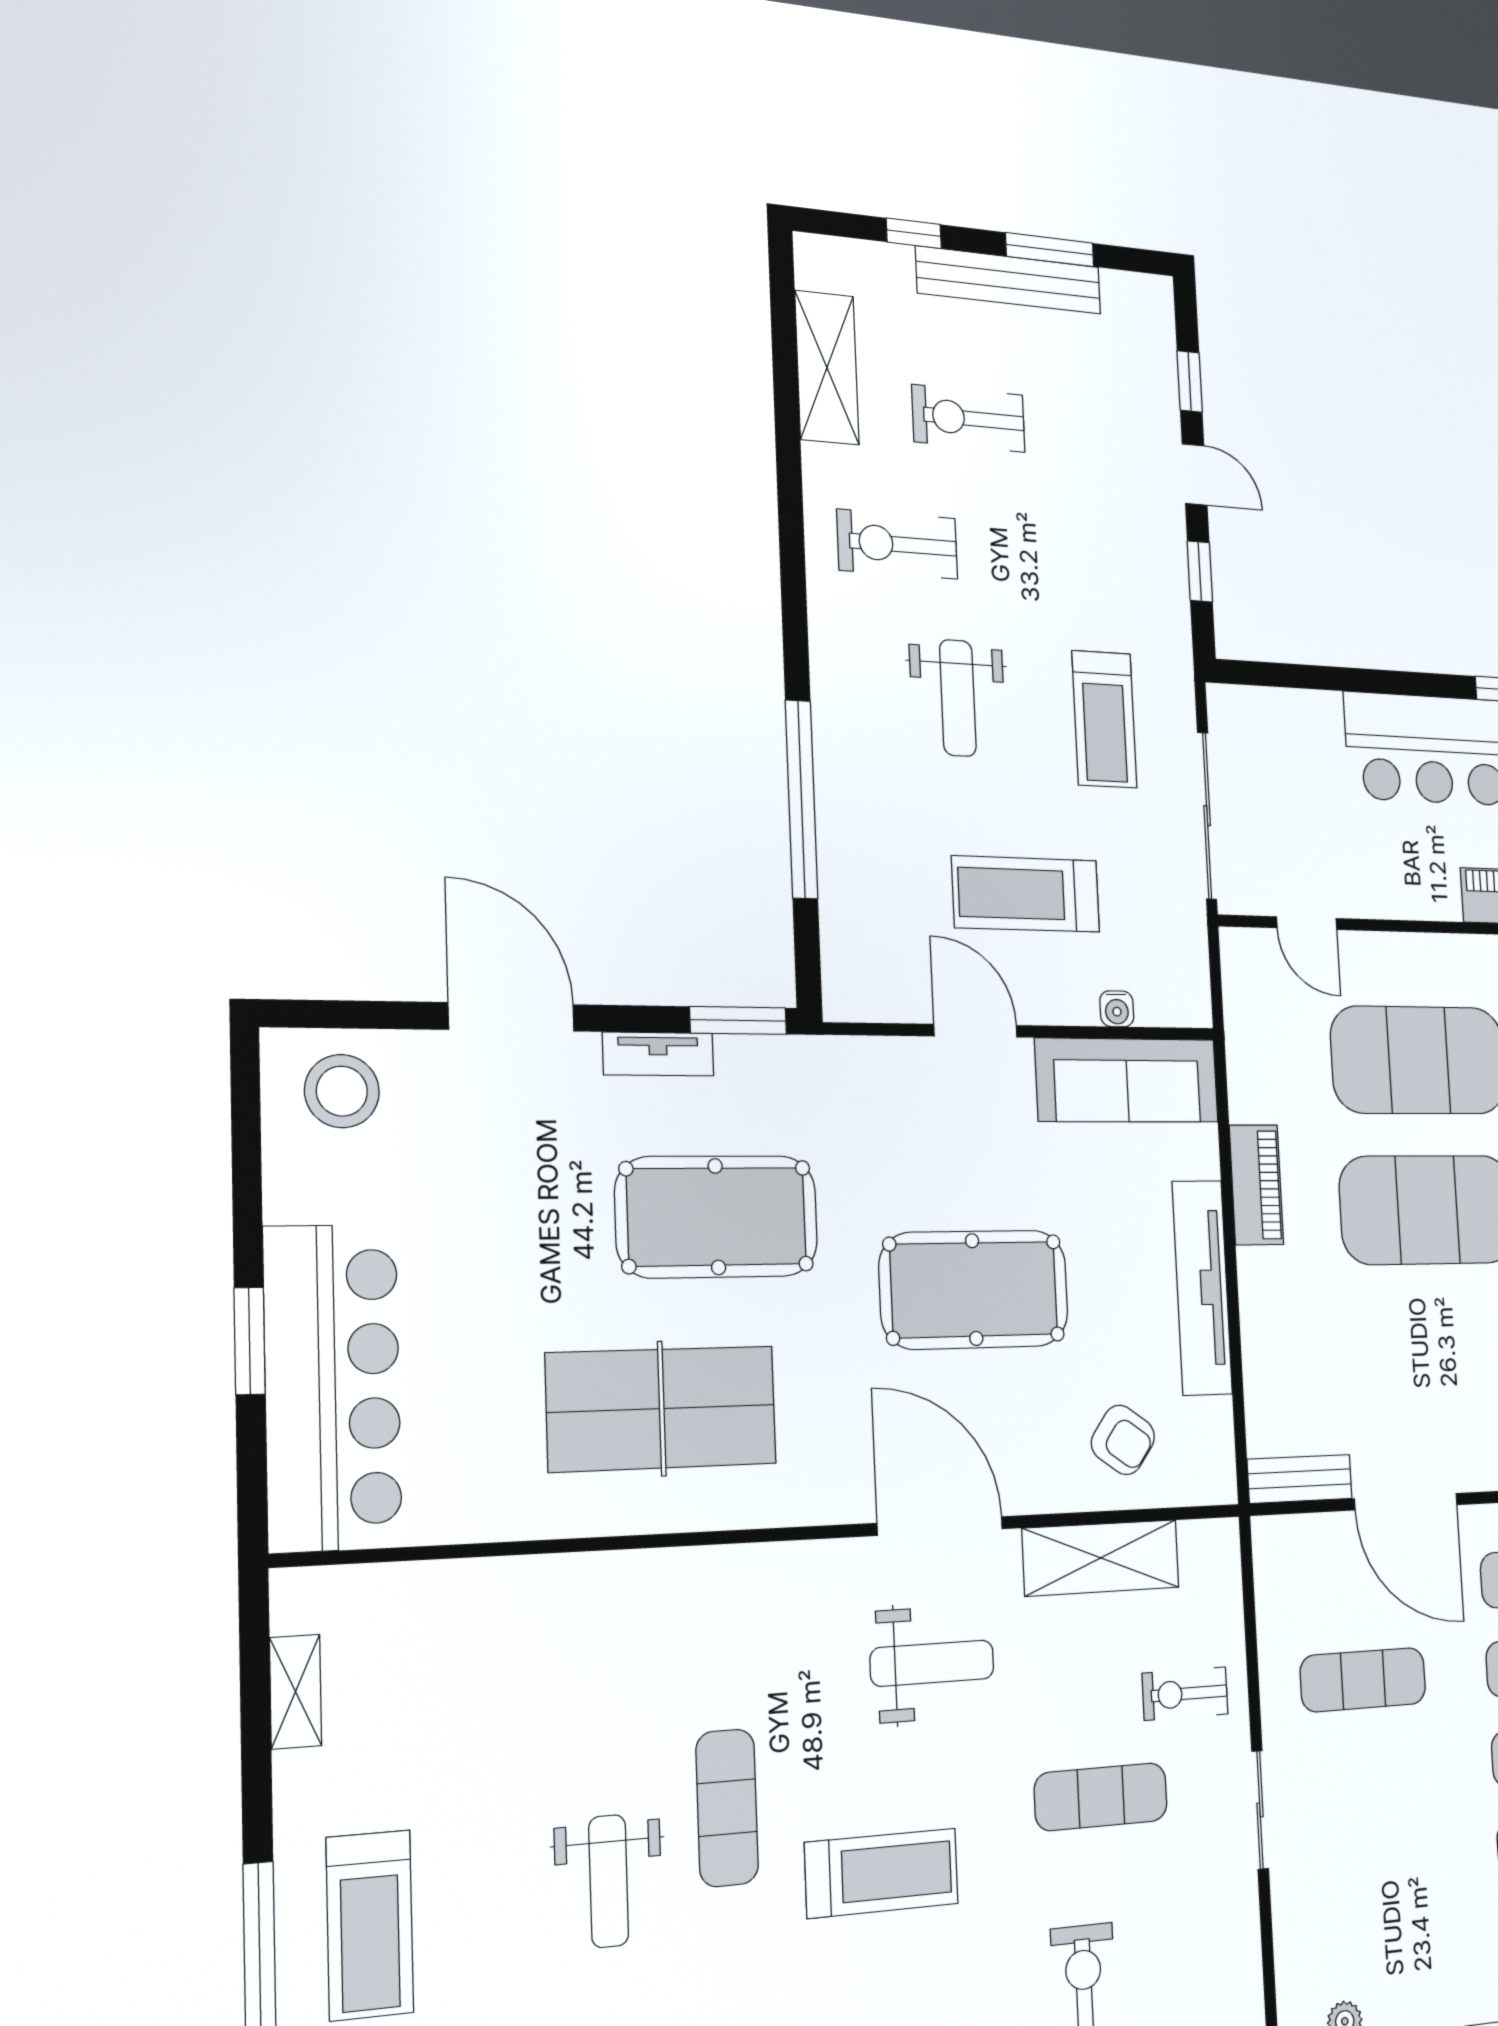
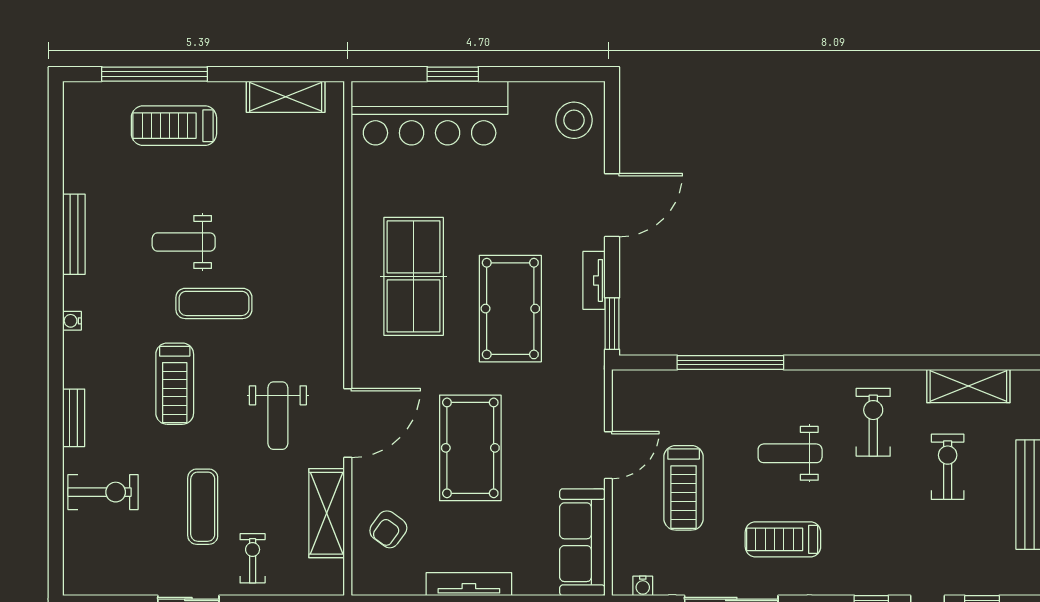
treadmill: (1026, 894) -> (684, 488), turned 180
water cooler: (1117, 1009) -> (643, 586), moved, turned -90
tv unit: (1202, 1287) -> (469, 584), width x0.73, depth x0.78
shelving: (295, 1692) -> (286, 97), width x1.50, depth x1.33

